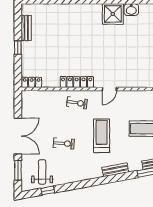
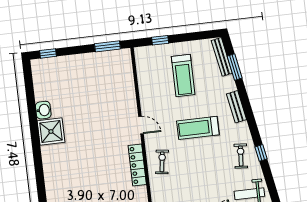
exercise bike: (64, 143) -> (241, 156), moved
window: (48, 191) -> (261, 153), moved

